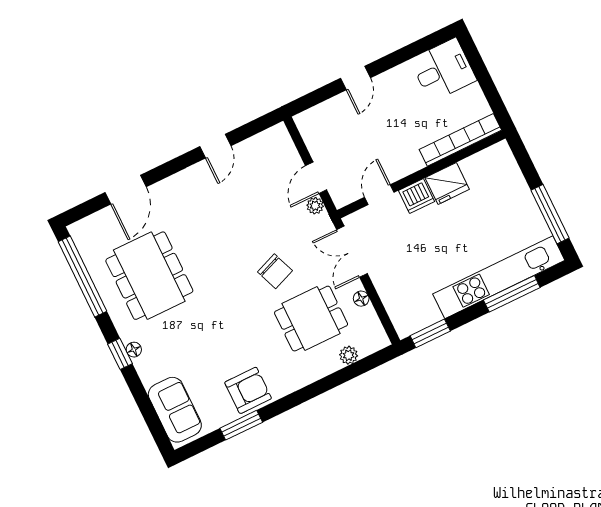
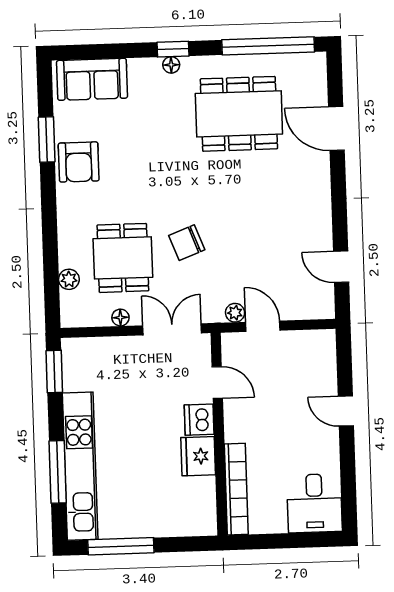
door: (215, 146) -> (341, 267), moved

